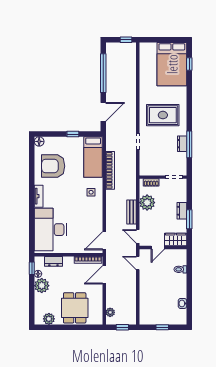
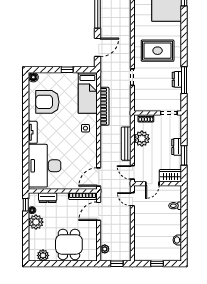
bench: (132, 212) -> (126, 144), width x1.36

